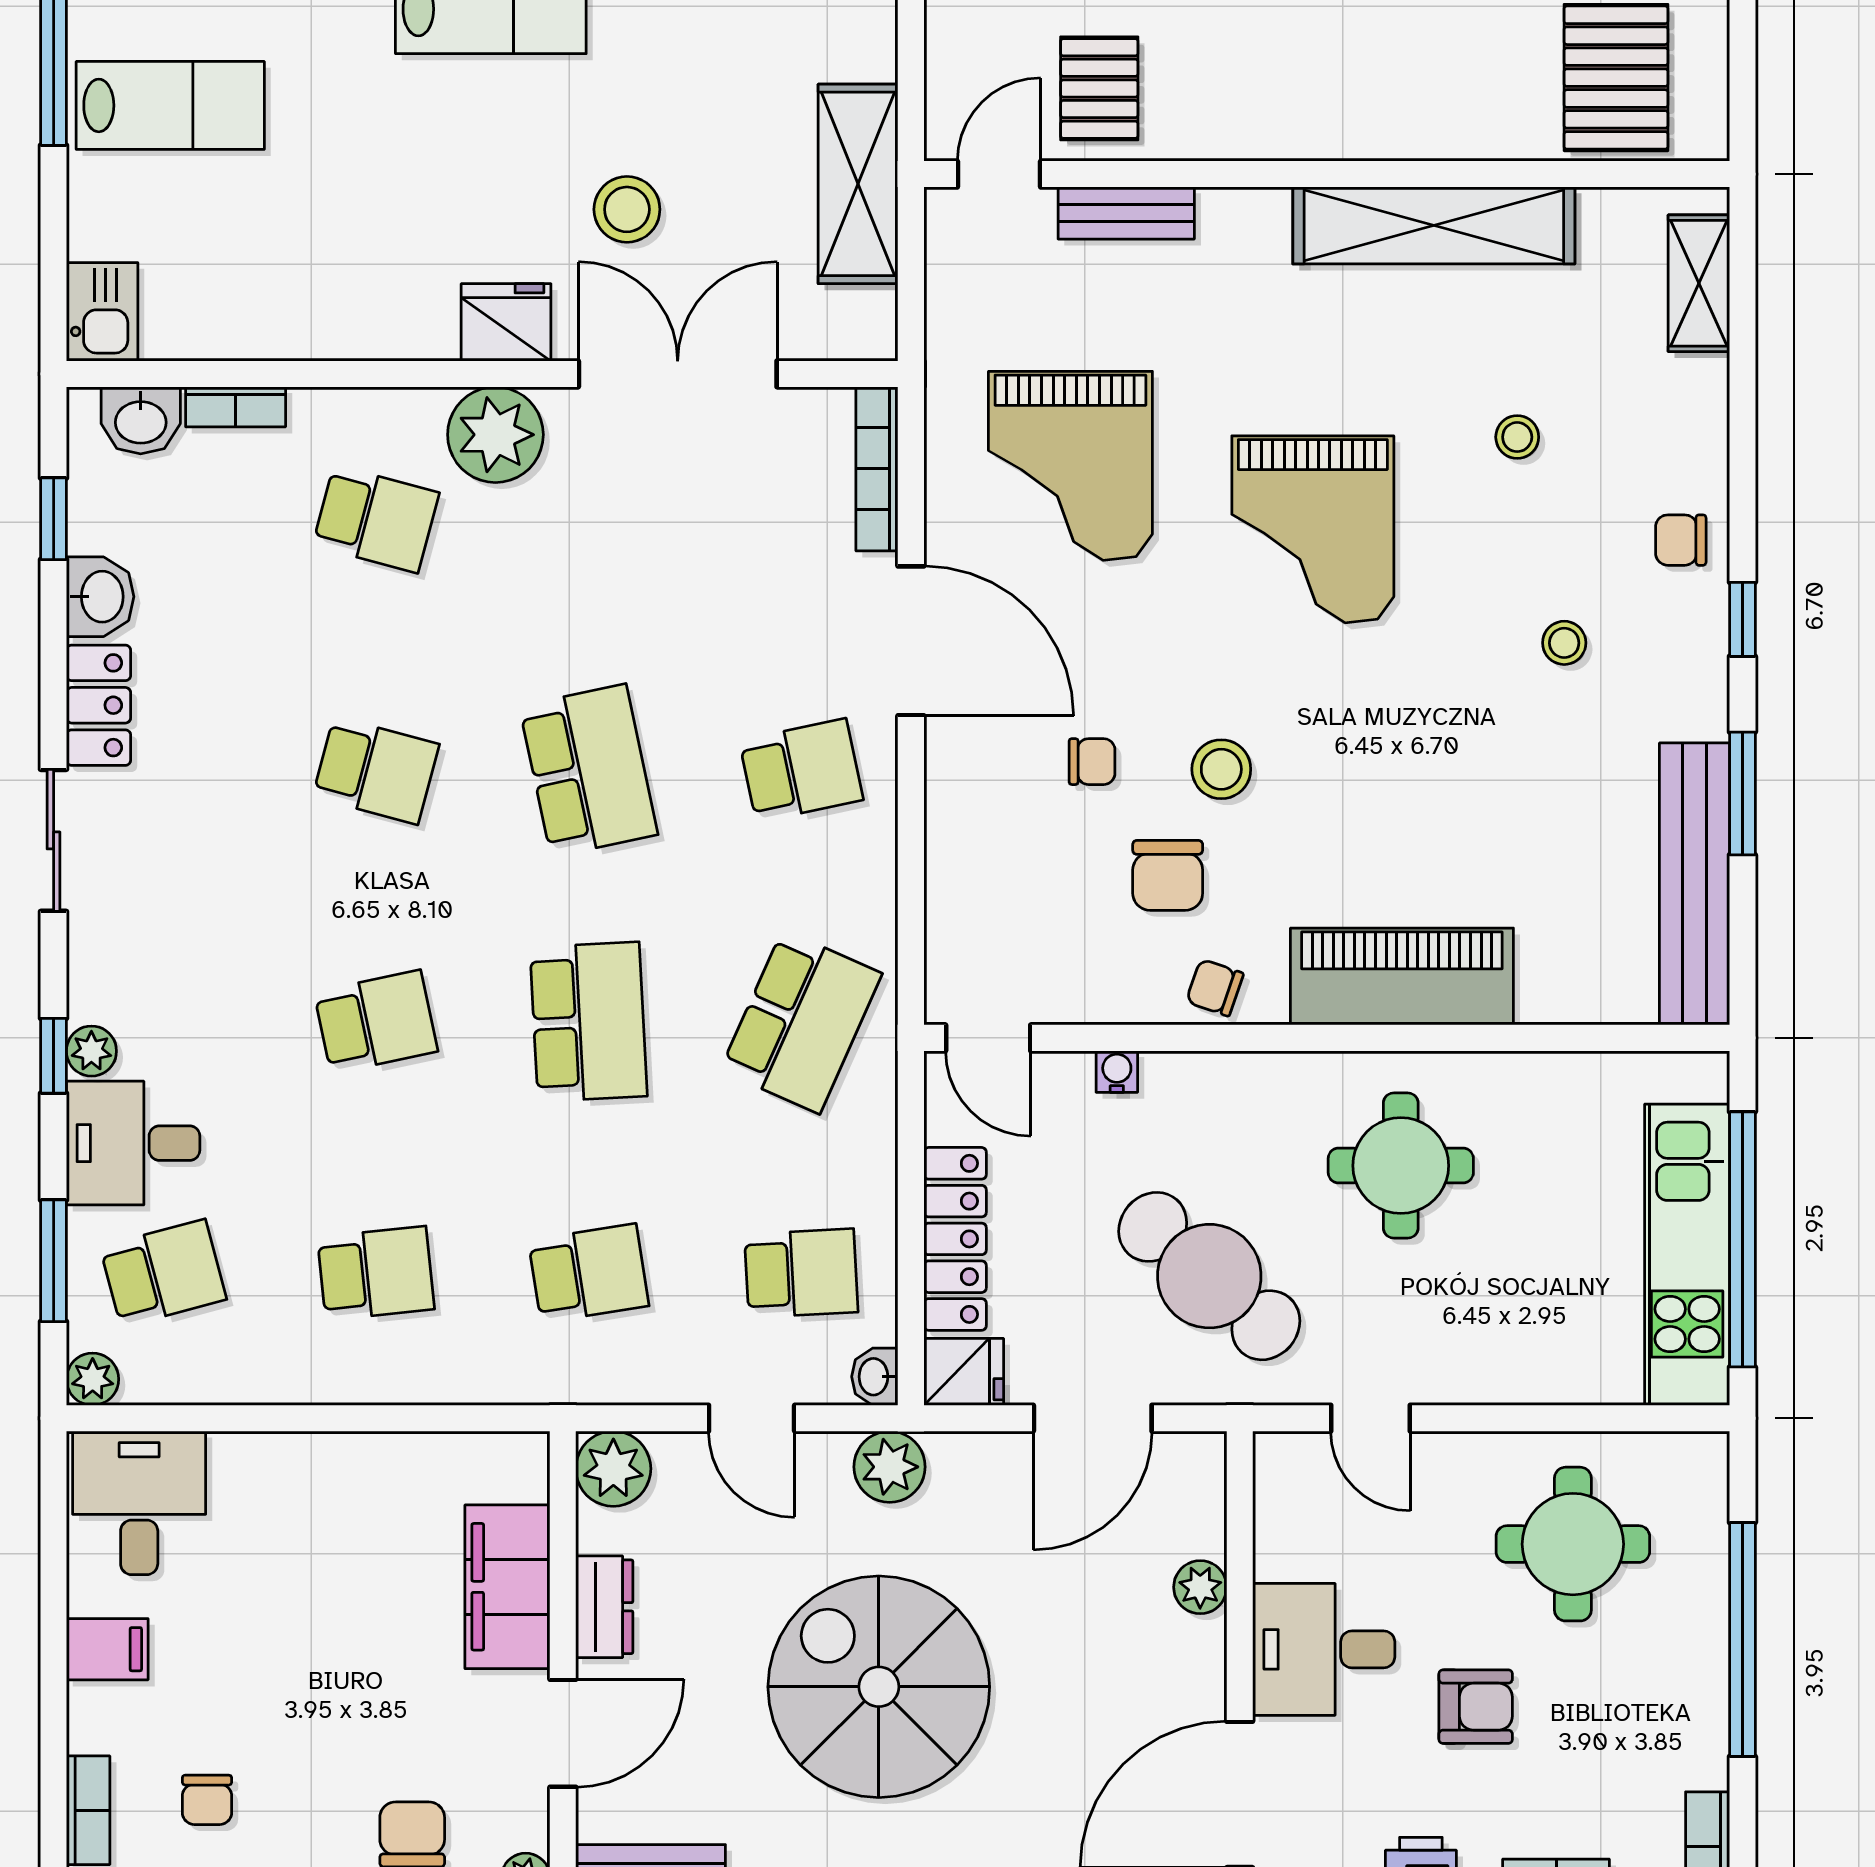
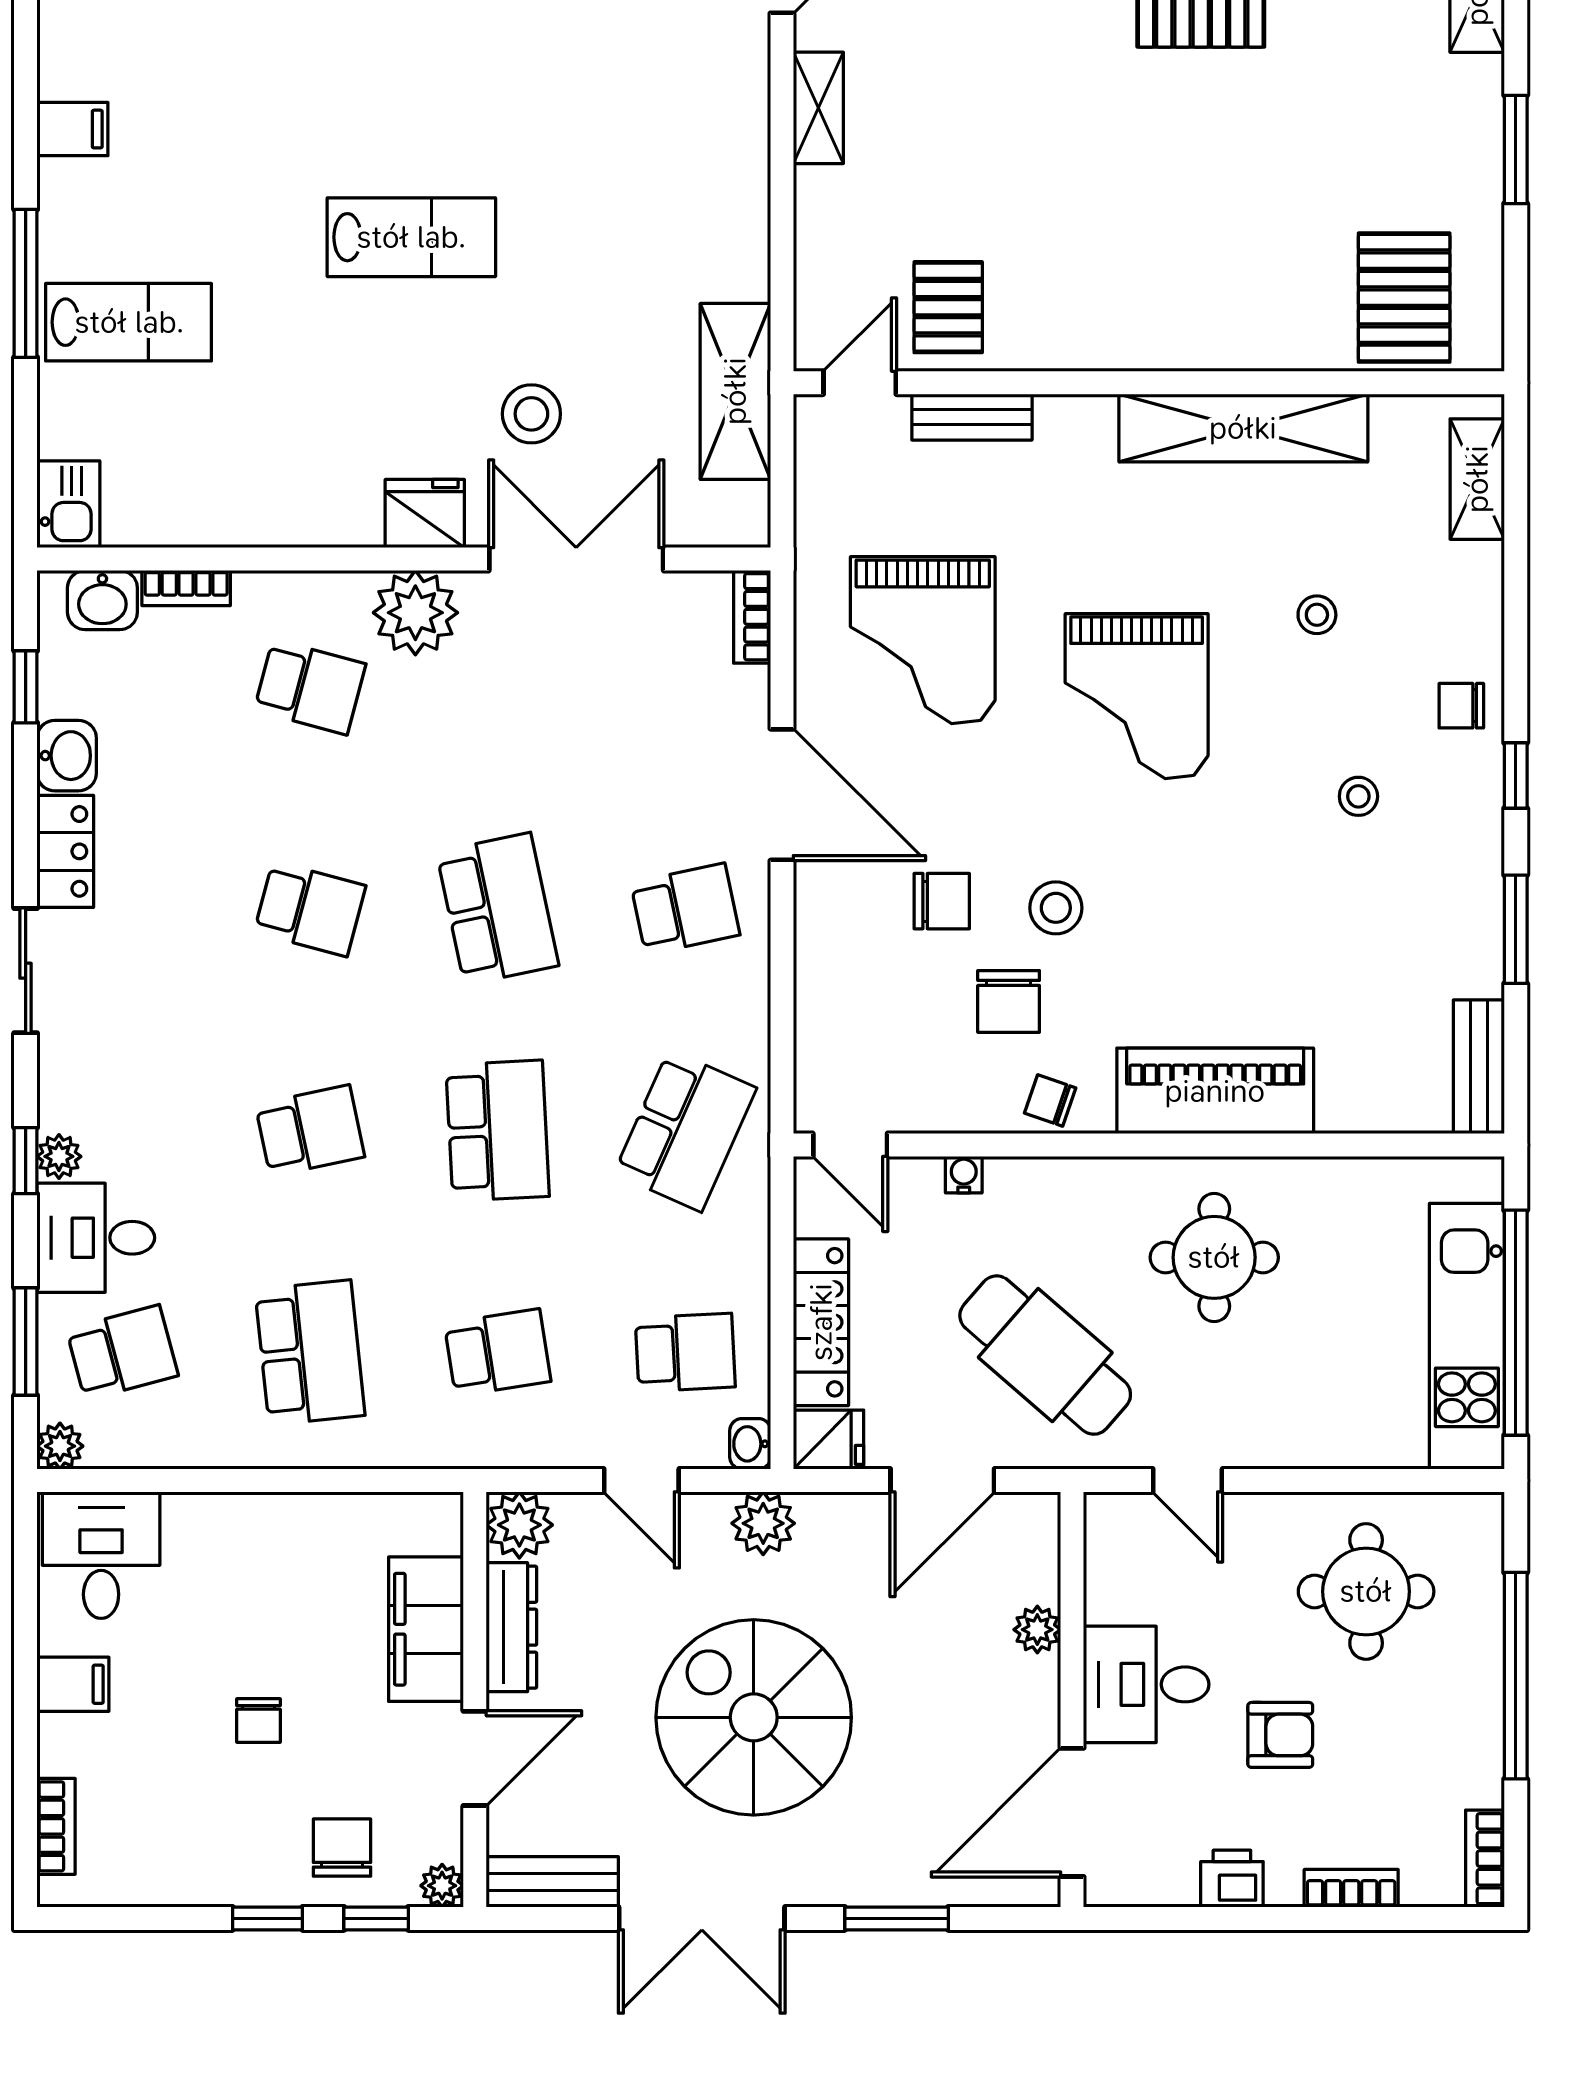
bookcase: (877, 469) -> (752, 617), width x0.64
chair: (1092, 762) -> (942, 901), width x1.37, depth x1.37
bench: (1694, 884) -> (1479, 1067), width x0.54, depth x0.82
school desk: (376, 1273) -> (310, 1352), width x1.85
dresser: (604, 1607) -> (511, 1627), width x1.44
chair: (207, 1800) -> (259, 1720), moved

